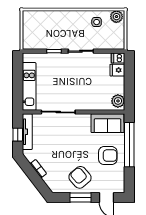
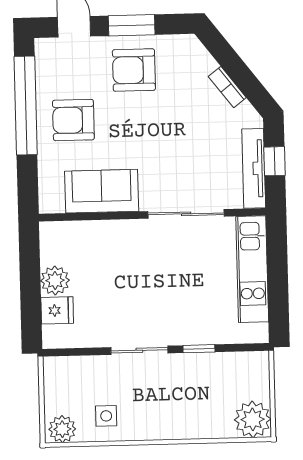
plant: (31, 19) -> (253, 419), added
dishwasher: (118, 58) -> (57, 337), removed
plant: (118, 101) -> (55, 280), moved
sofa: (108, 123) -> (102, 191), moved
window: (129, 145) -> (26, 106), moved
armchair: (80, 177) -> (134, 70), turned 131

